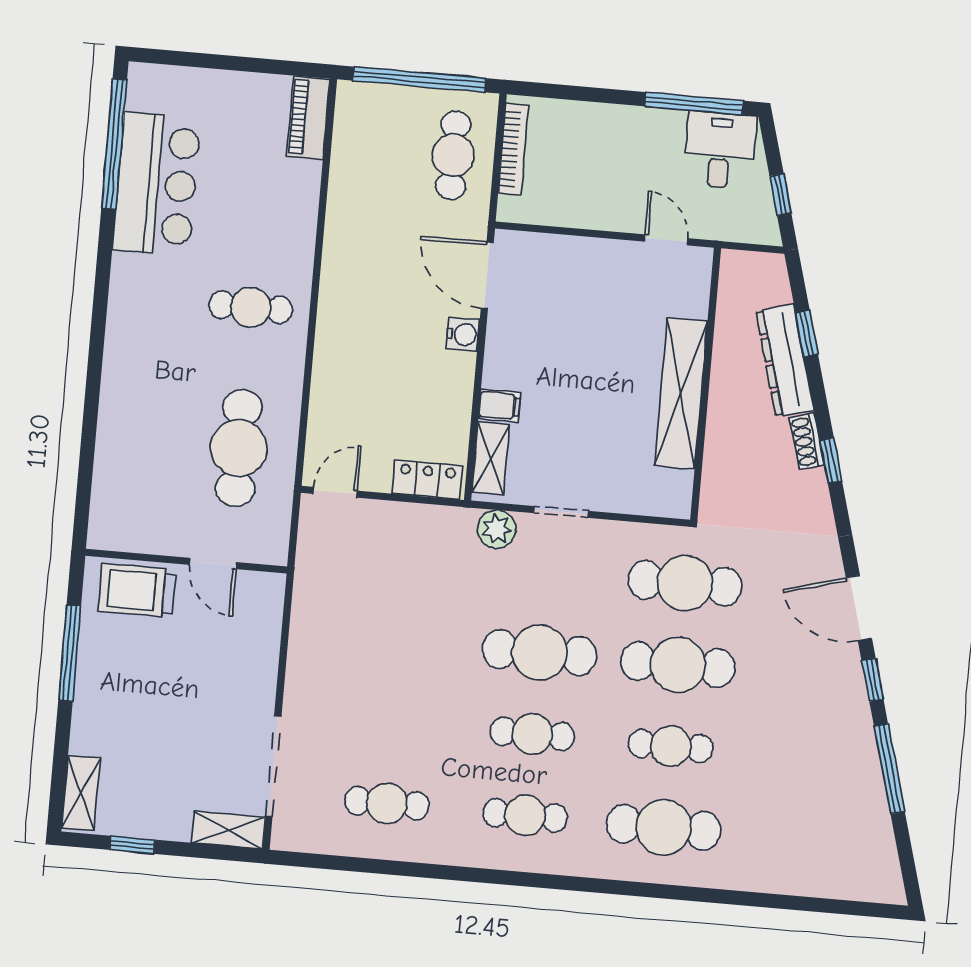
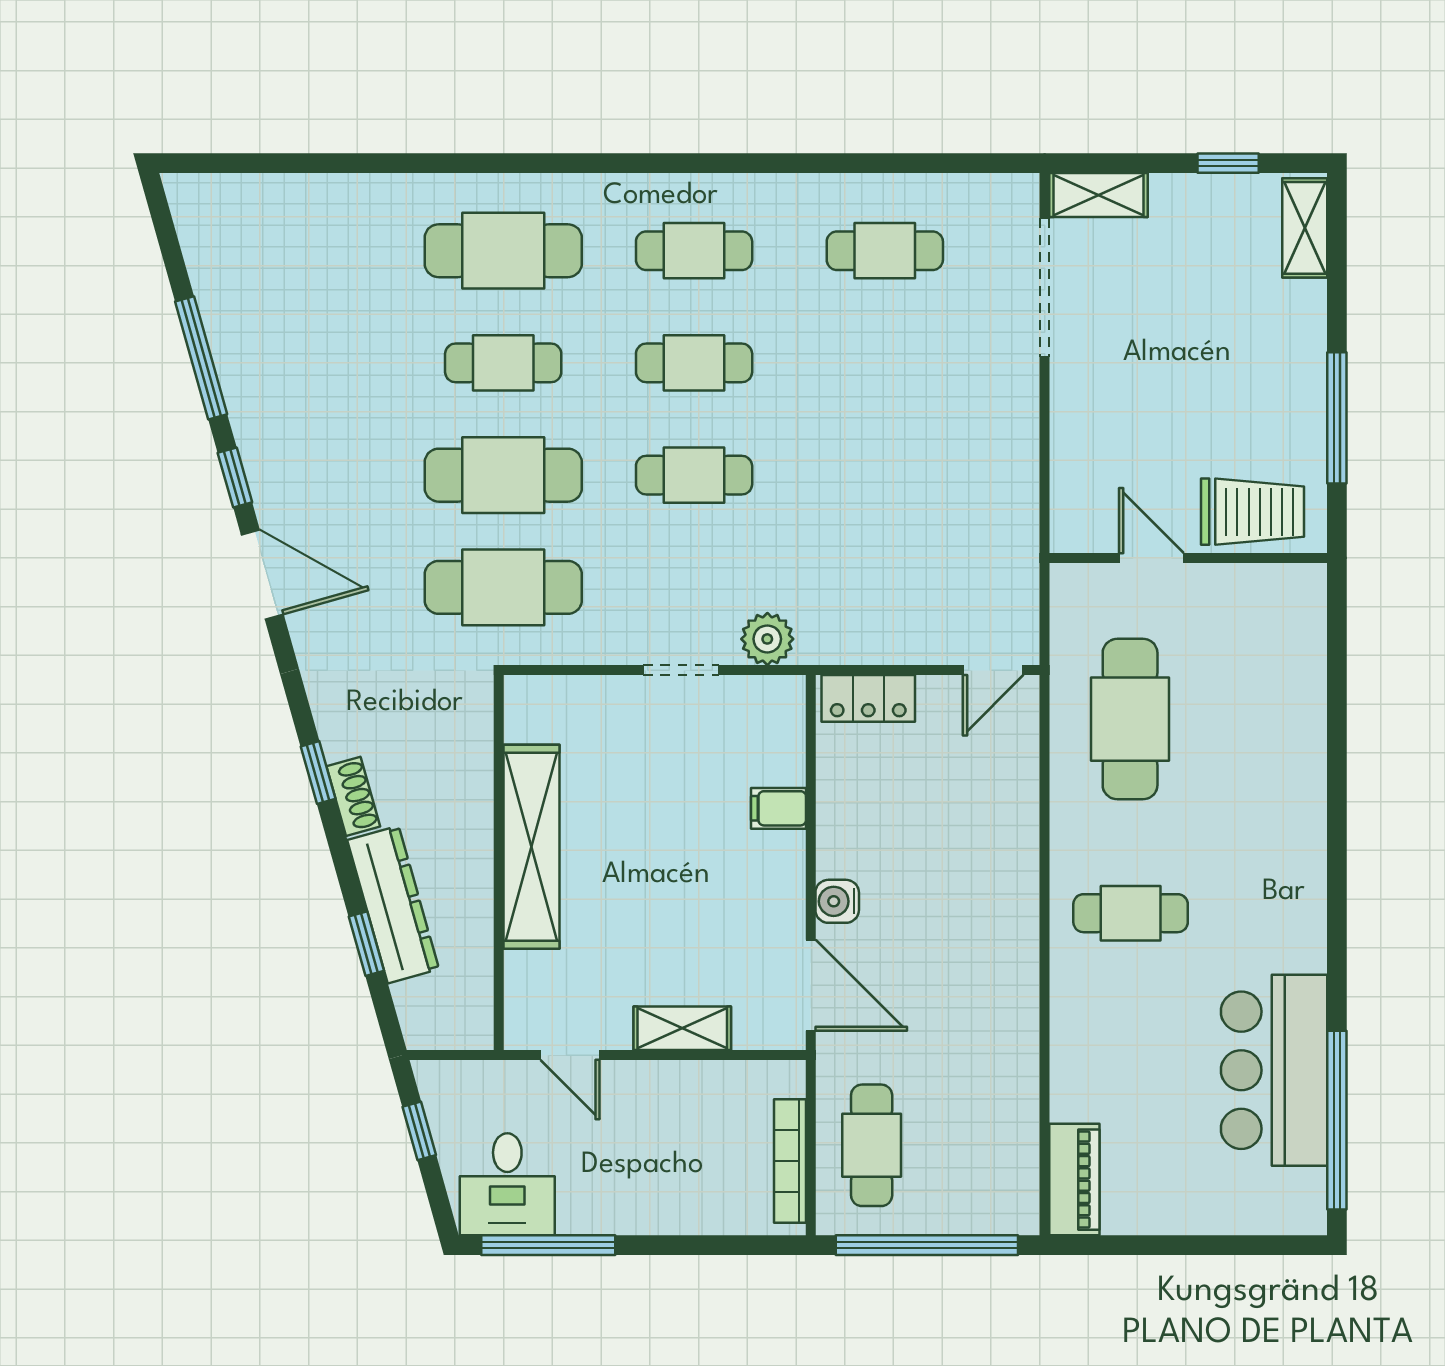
shelving: (491, 458) -> (682, 1028), moved, turned 90
cafe table: (539, 653) -> (694, 475), width x0.73, depth x0.74

